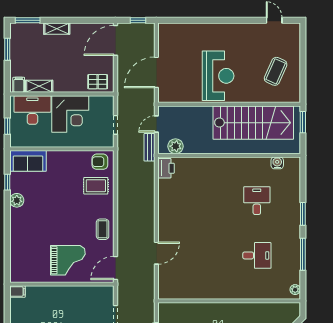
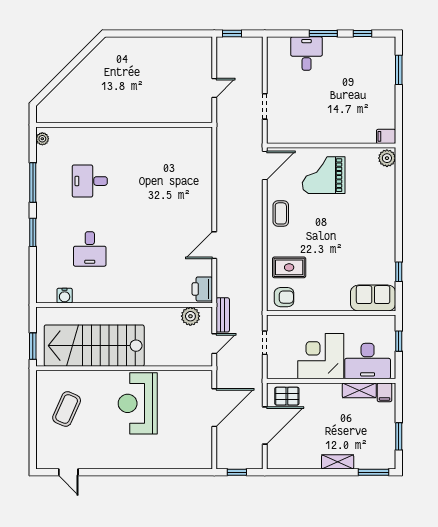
door: (115, 40) -> (265, 426), moved
plant: (17, 200) -> (387, 158), moved
door: (156, 253) -> (214, 245), moved

